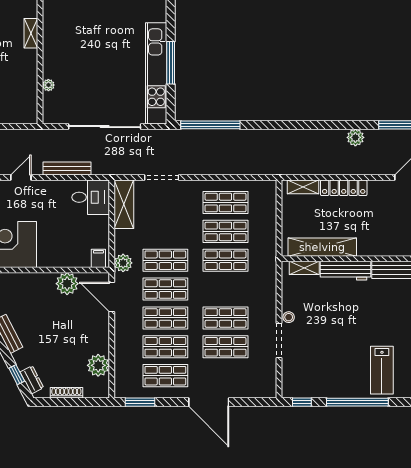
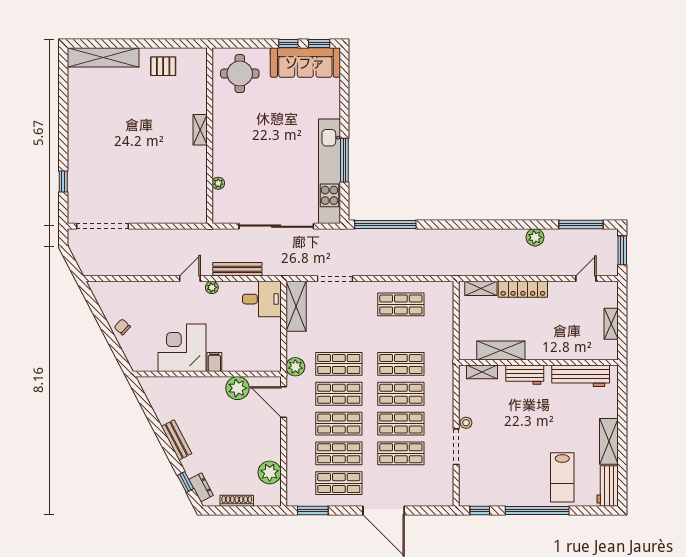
plant: (42, 186) -> (212, 287), added
shop shelf: (225, 231) -> (401, 394), moved
shelving: (322, 247) -> (501, 350), width x0.68
filing cabinet: (98, 258) -> (214, 362), moved
workbench: (345, 271) -> (525, 375), width x0.73

